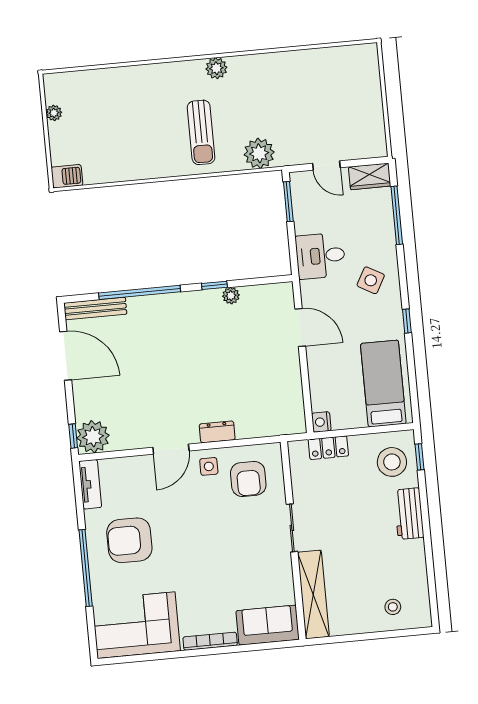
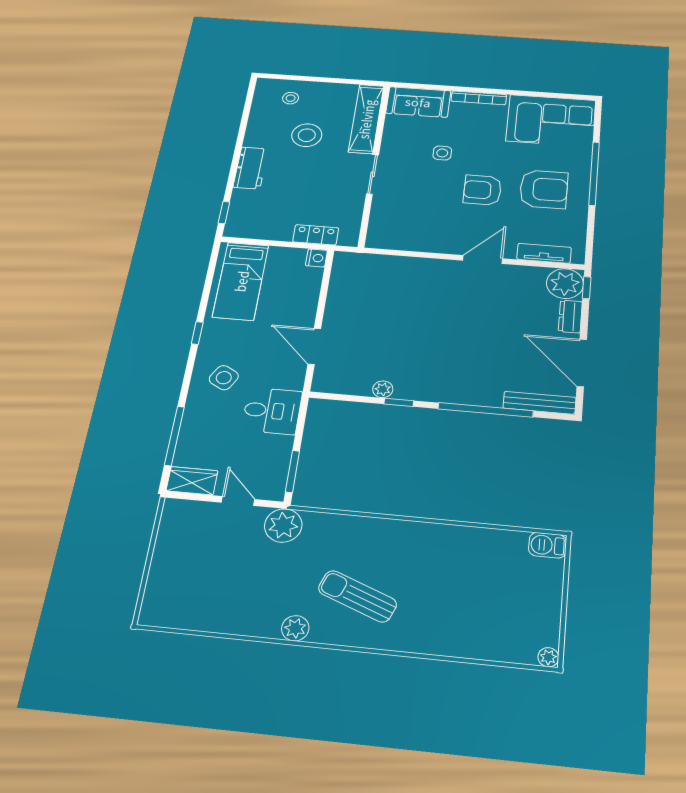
plant: (216, 68) -> (295, 628), moved
plant: (54, 113) -> (548, 657), moved
sun lounger: (201, 132) -> (357, 596), moved, turned -69
plant: (259, 153) -> (283, 525), moved
dresser: (217, 432) -> (570, 316), moved, turned 90
stool: (392, 462) -> (307, 135), moved
side table: (209, 466) -> (442, 153), moved
armchair: (248, 479) -> (482, 190), moved, turned -90
tv unit: (90, 484) -> (544, 253), moved, turned 90

